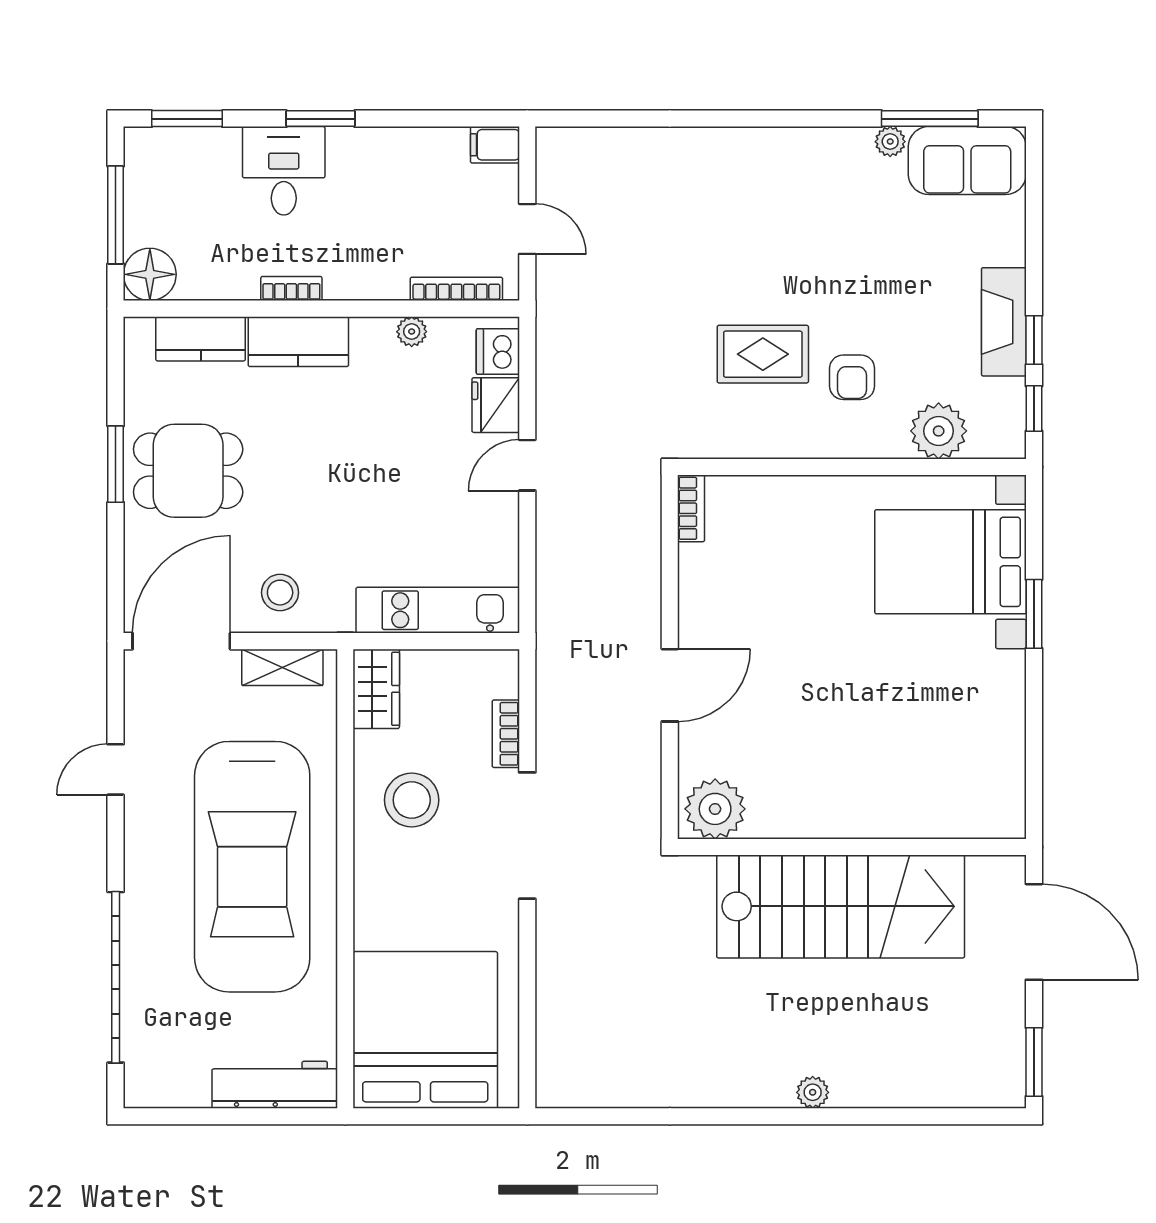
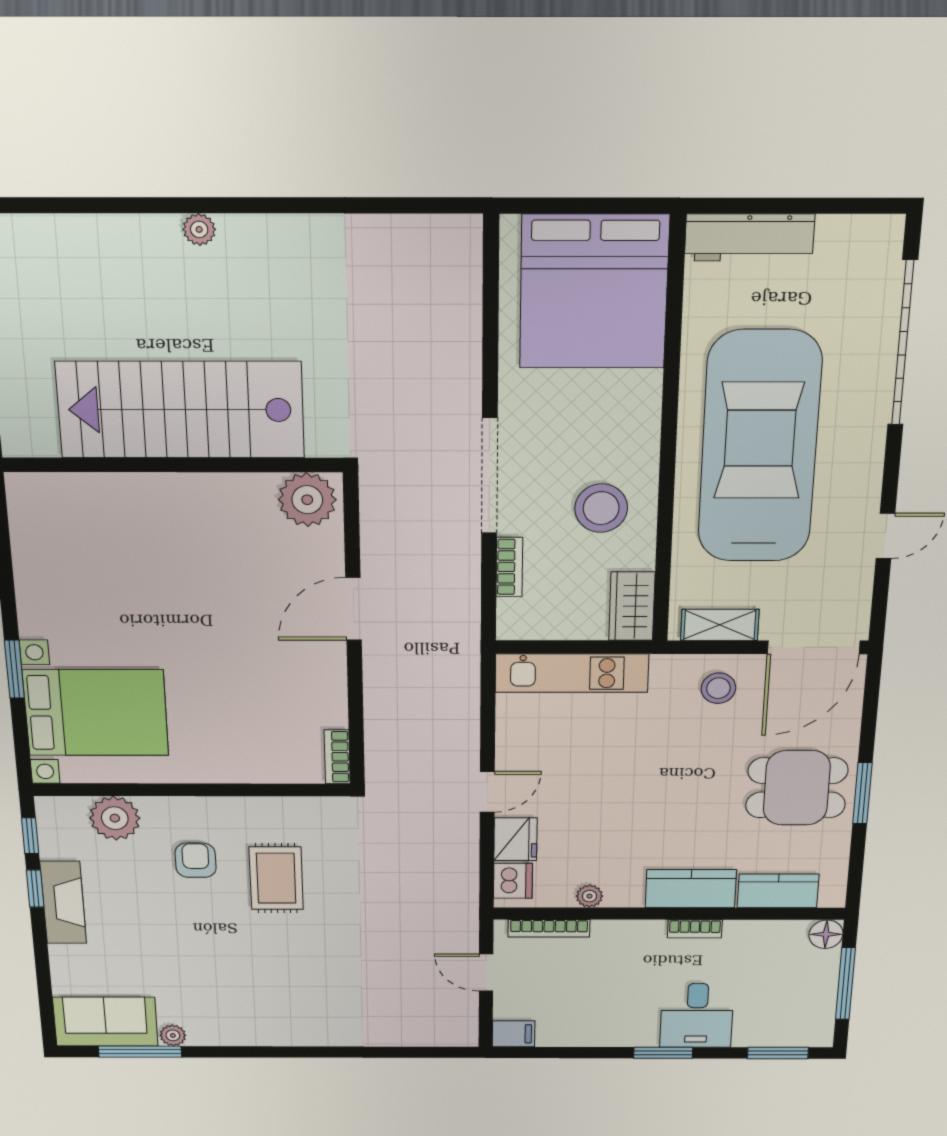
floor lamp: (150, 274) -> (826, 934), width x0.73, depth x0.73
rug: (763, 354) -> (276, 878), turned 90

